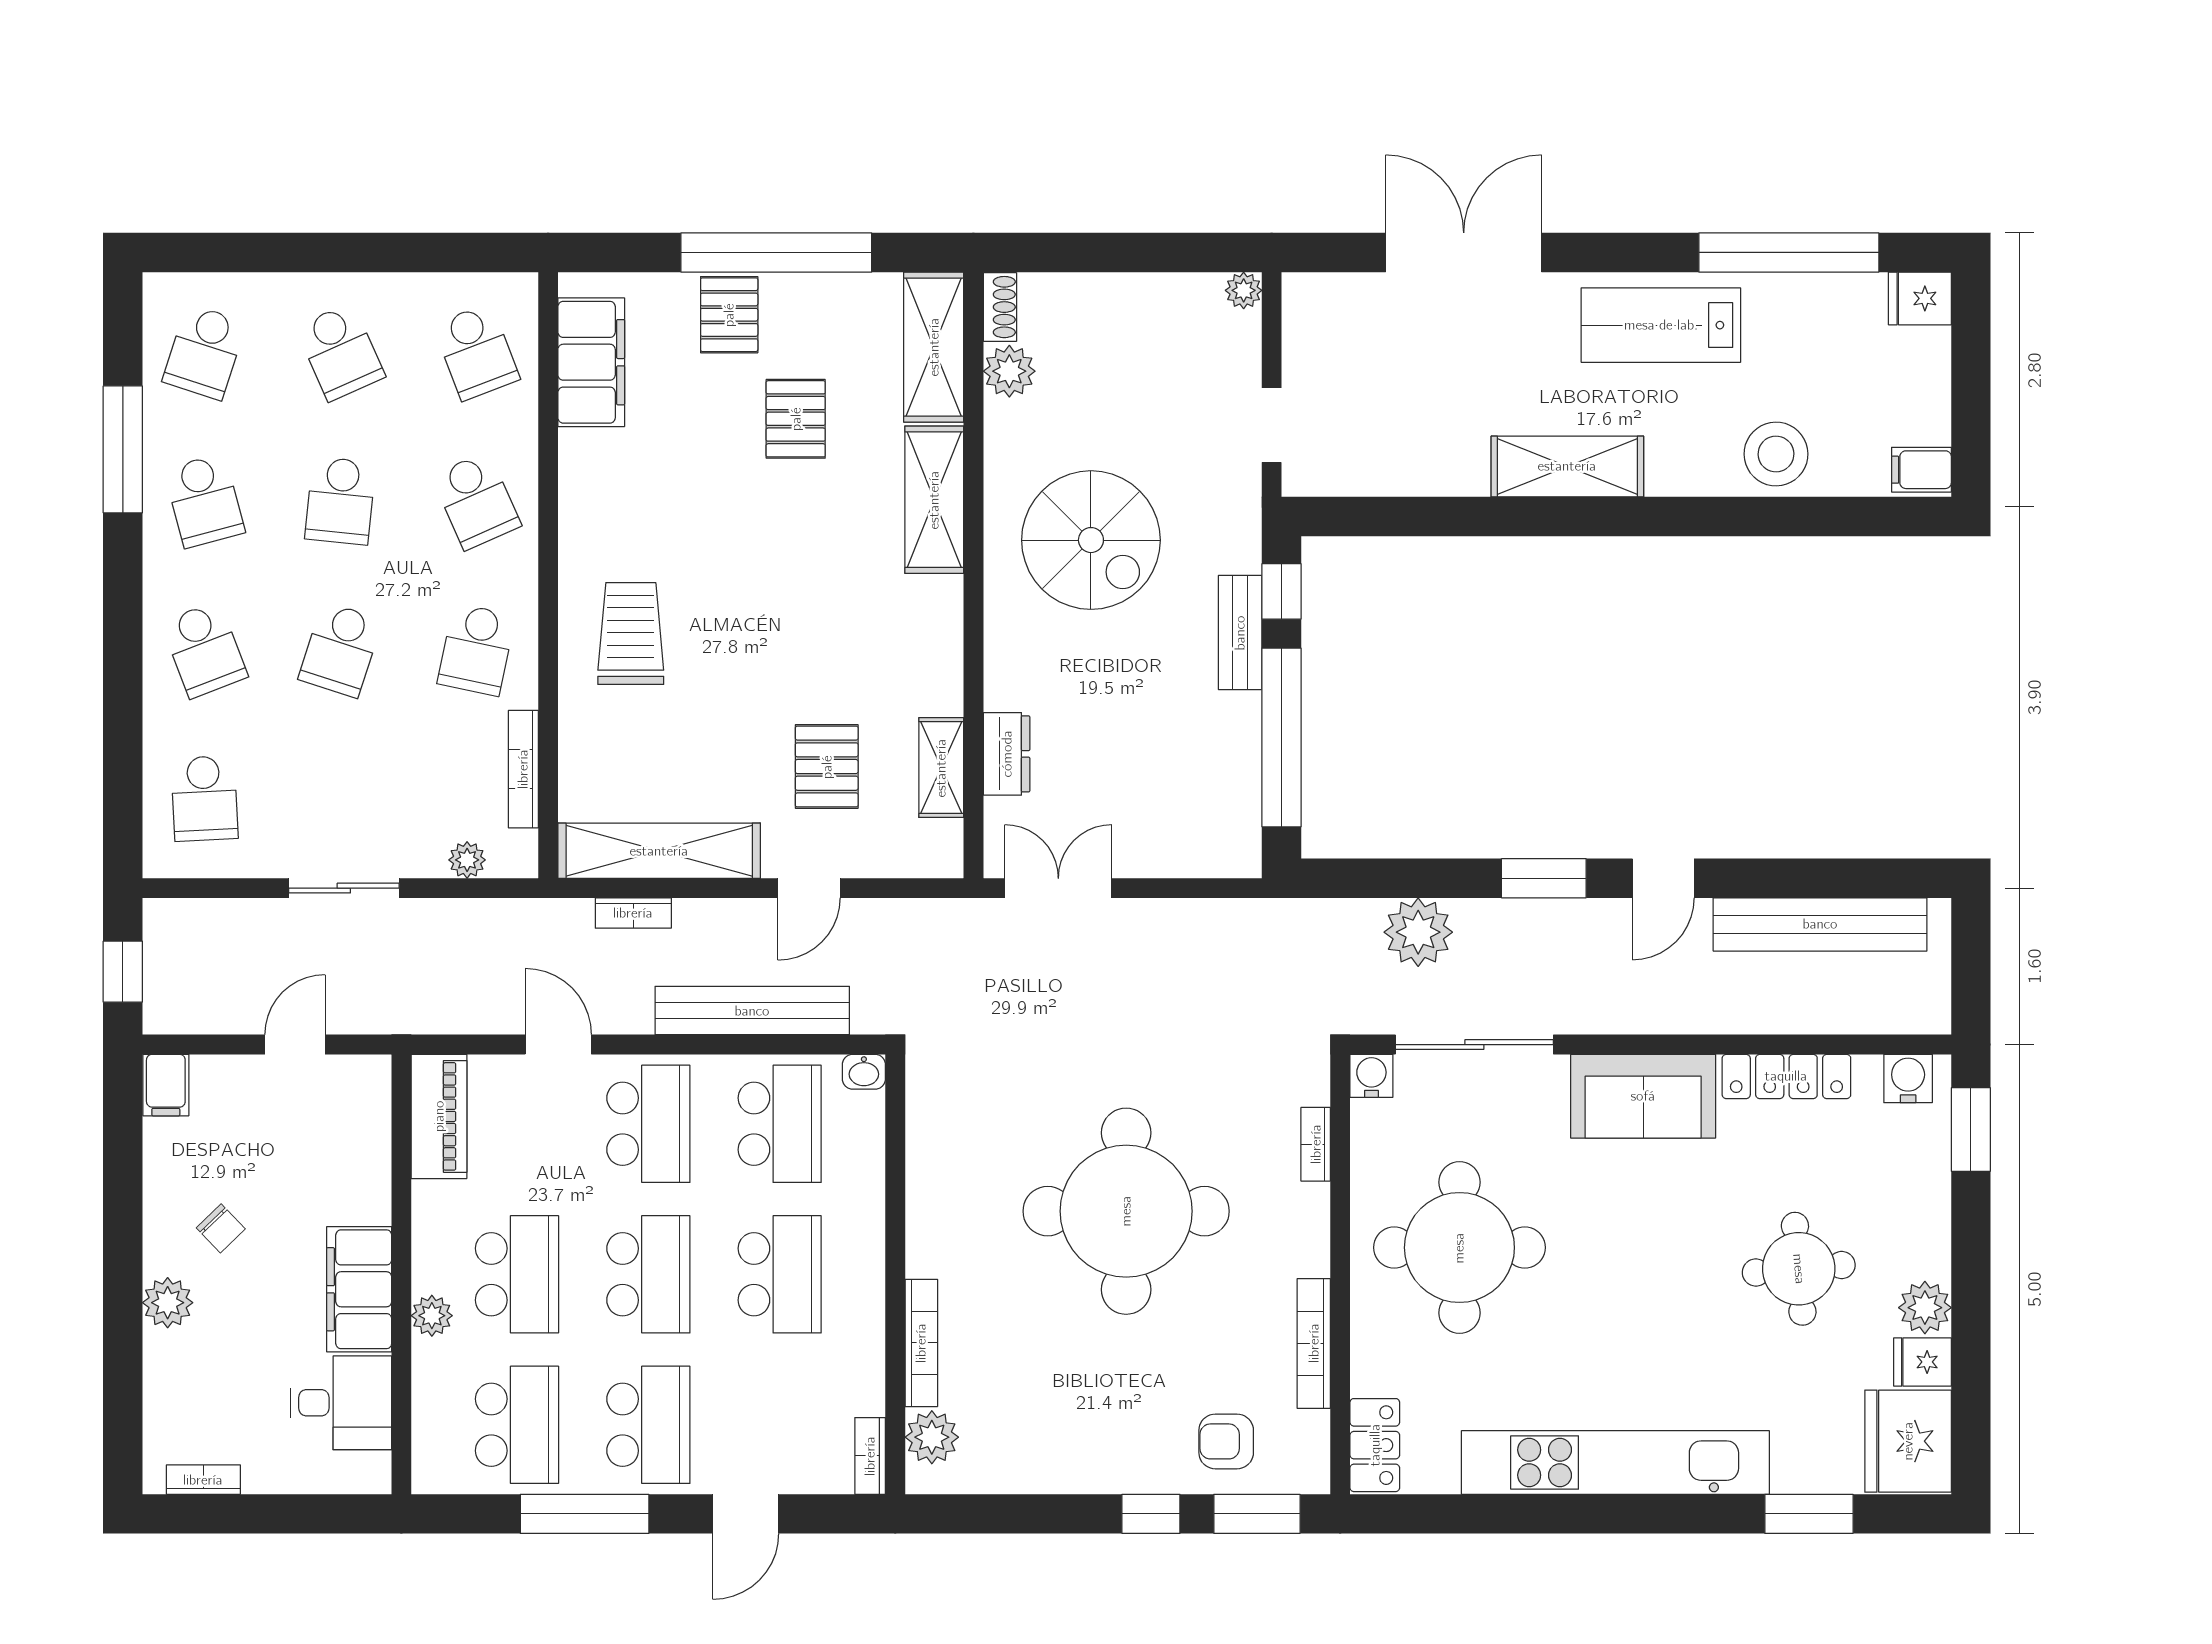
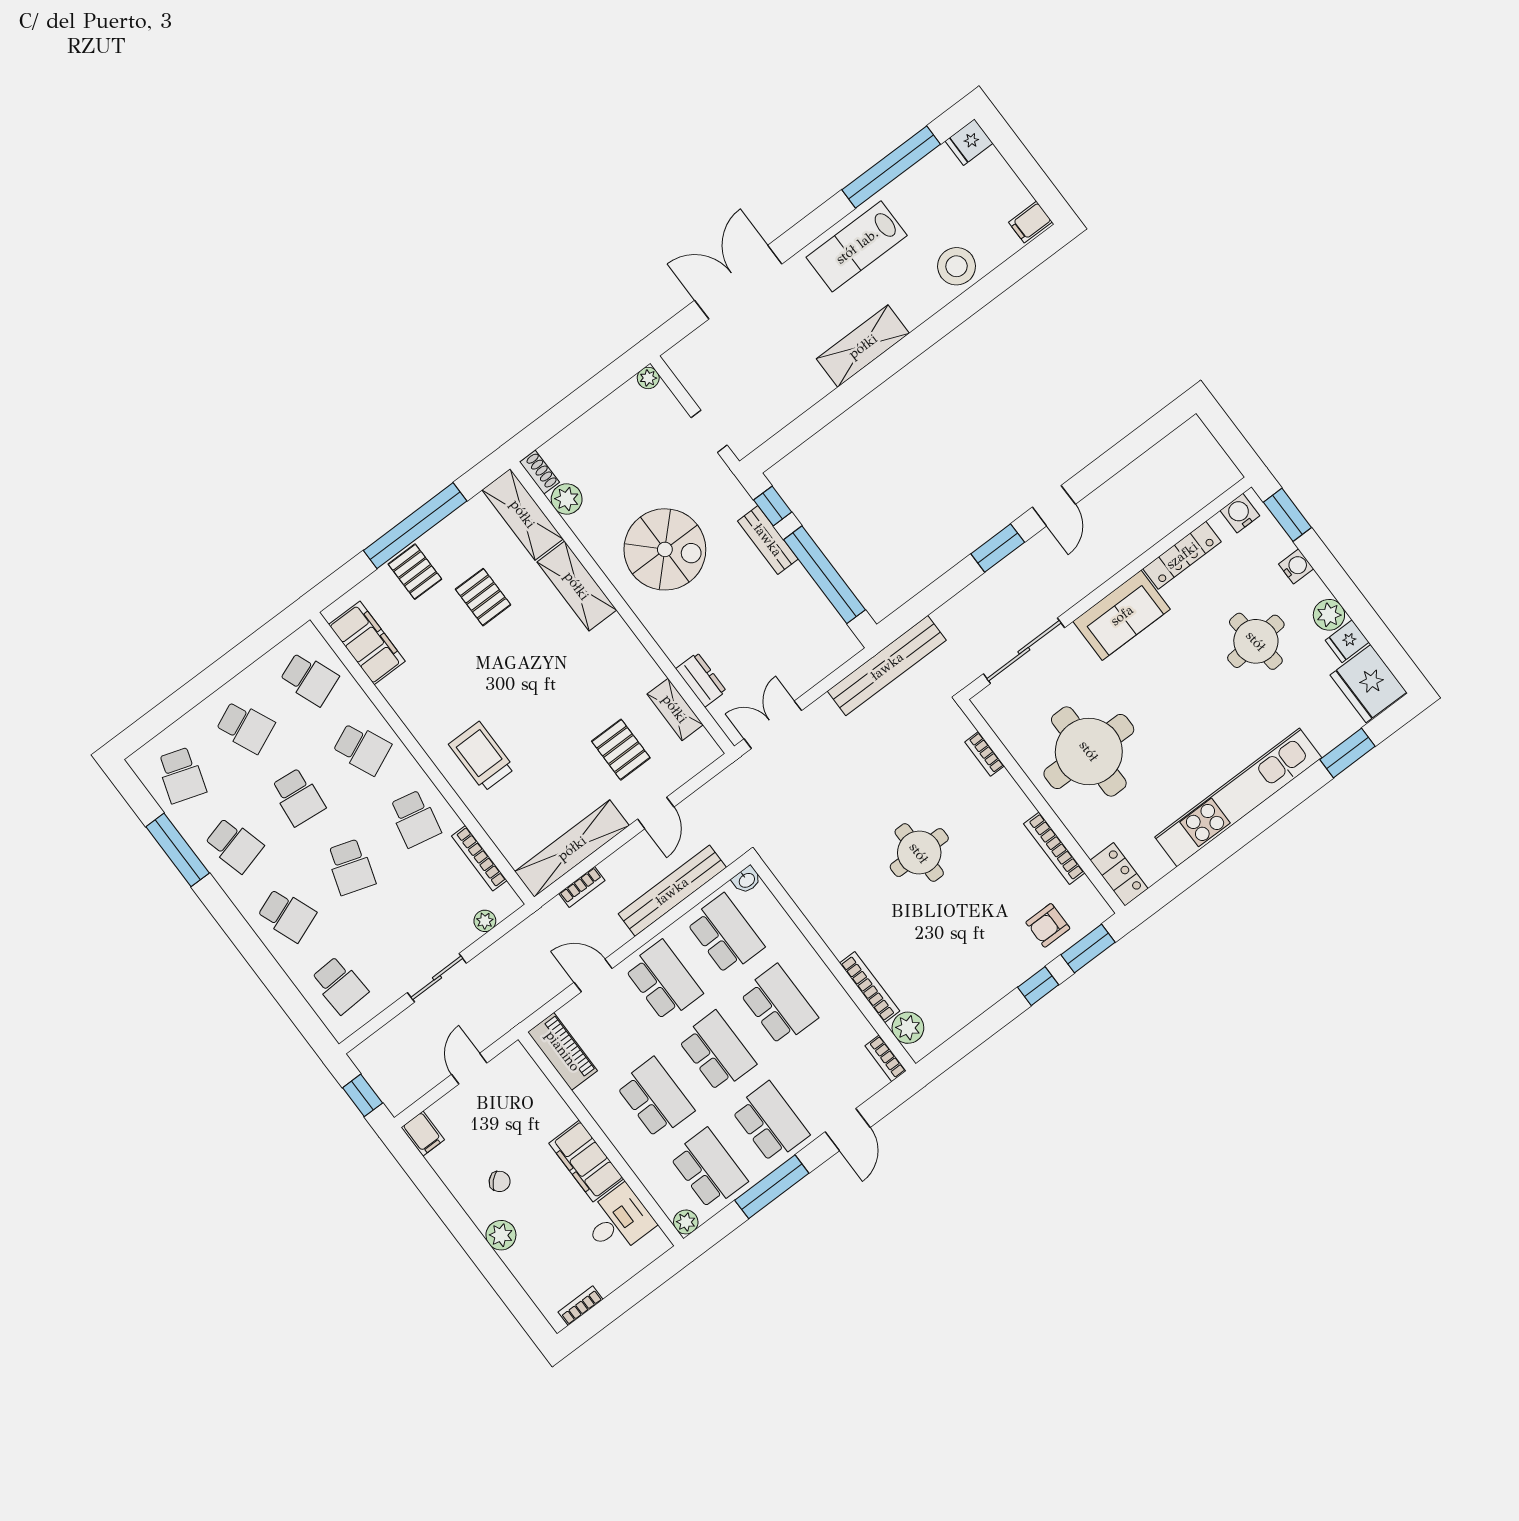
bench: (1820, 924) -> (887, 666), moved
plant: (1418, 932) -> (958, 618), removed
water cooler: (1371, 1076) -> (1296, 566), moved, turned 90
round table: (1126, 1211) -> (919, 853), width x0.54, depth x0.54
plant: (432, 1316) -> (686, 1222), moved

